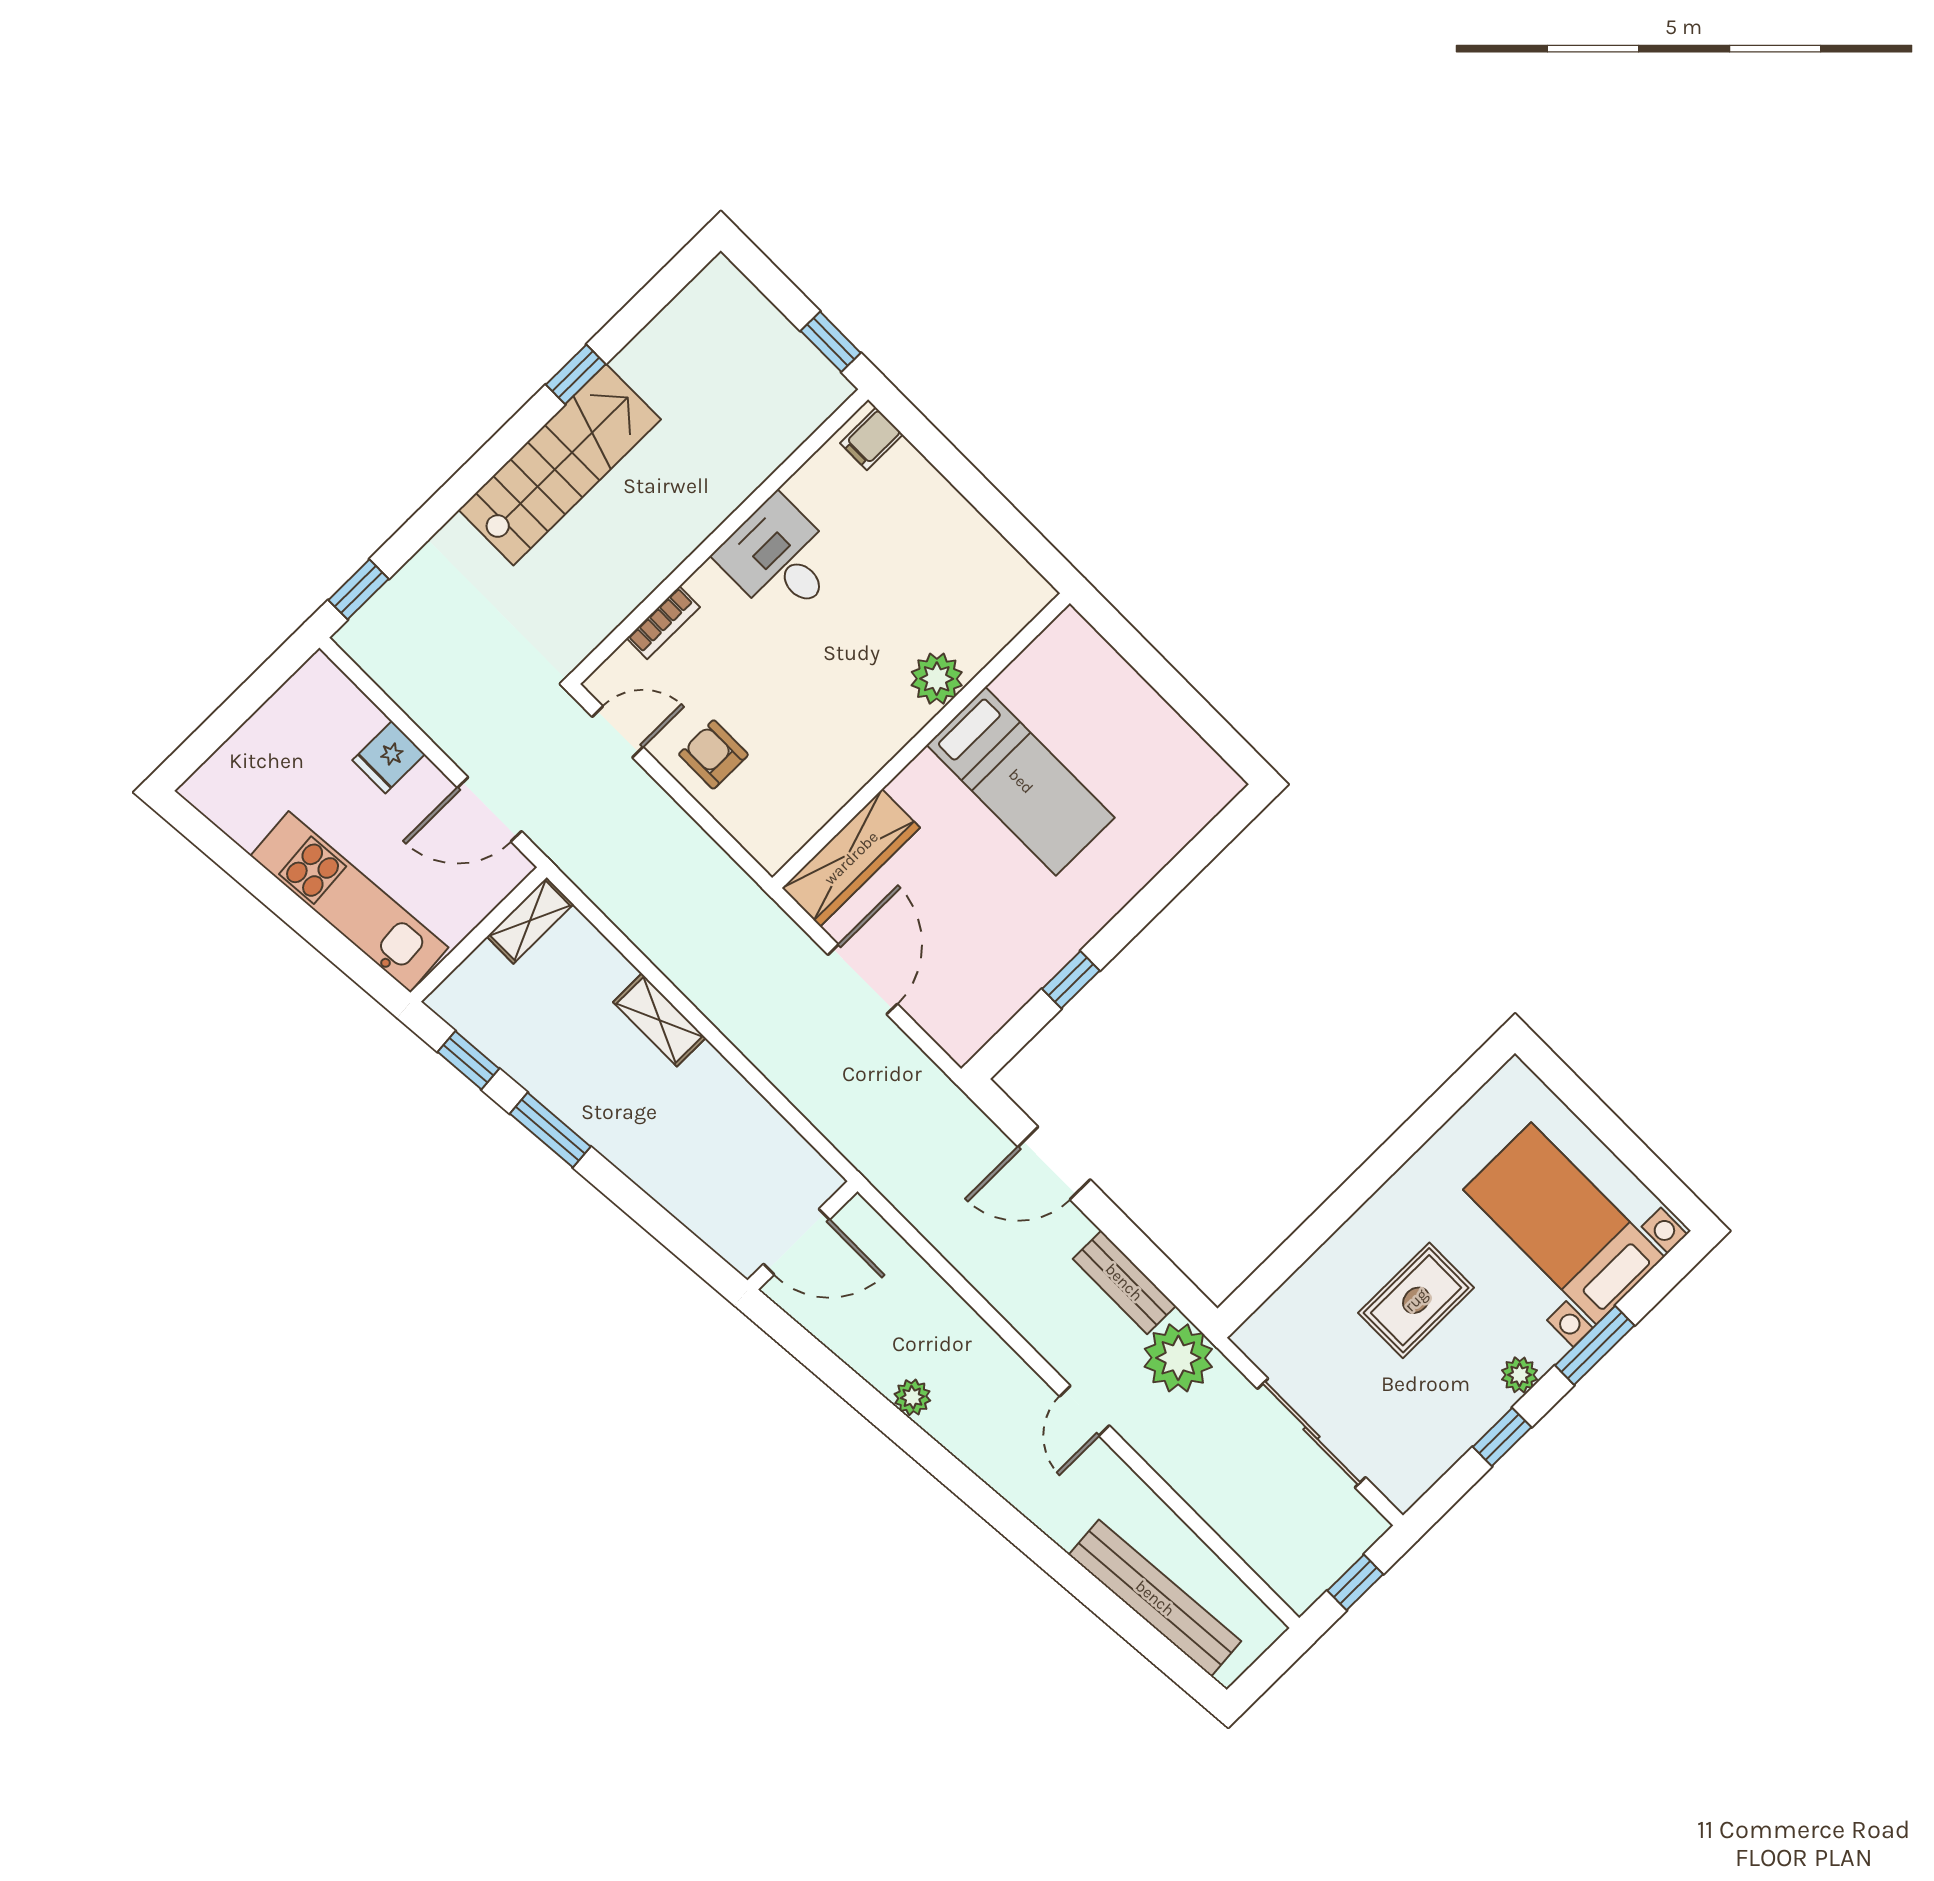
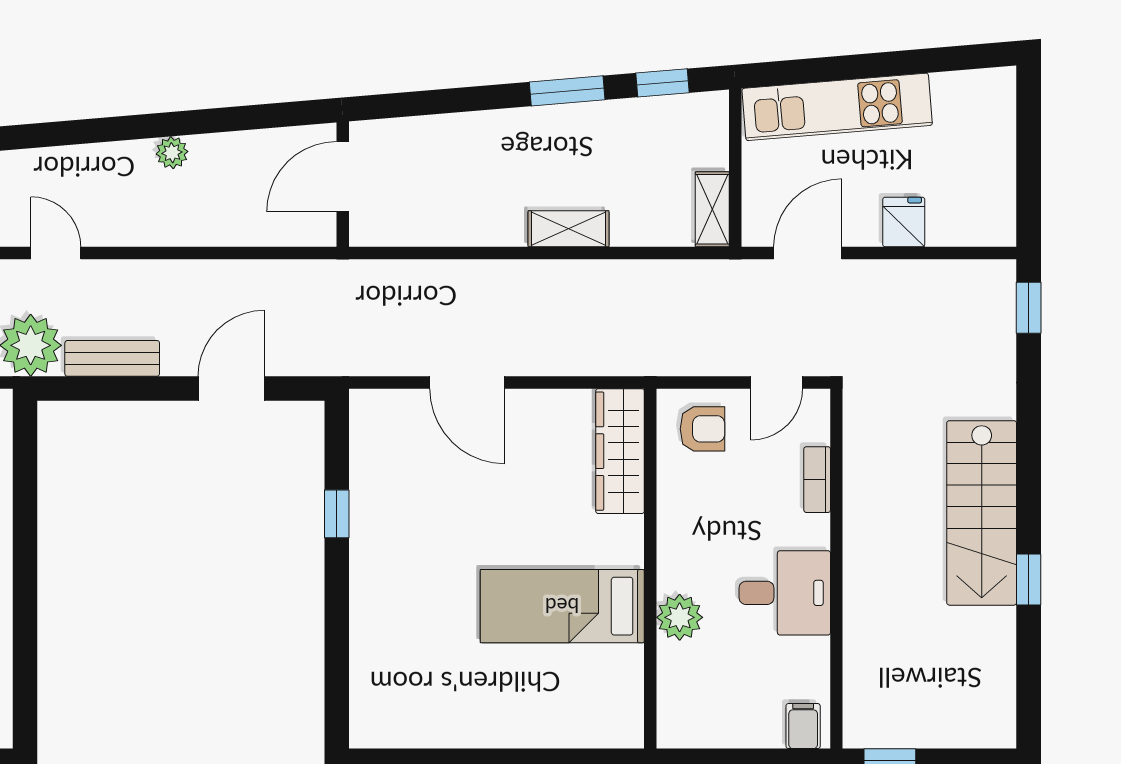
plant: (937, 679) -> (680, 617), moved
wall: (921, 741) -> (650, 569), moved
bed: (1021, 781) -> (562, 606), moved
wardrobe: (851, 858) -> (620, 451), moved

